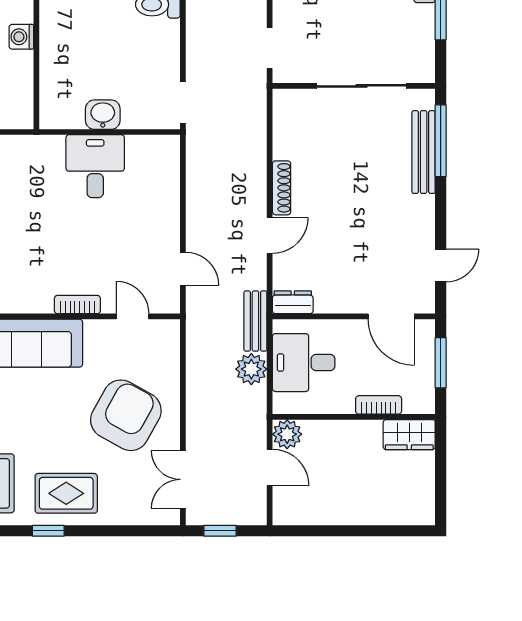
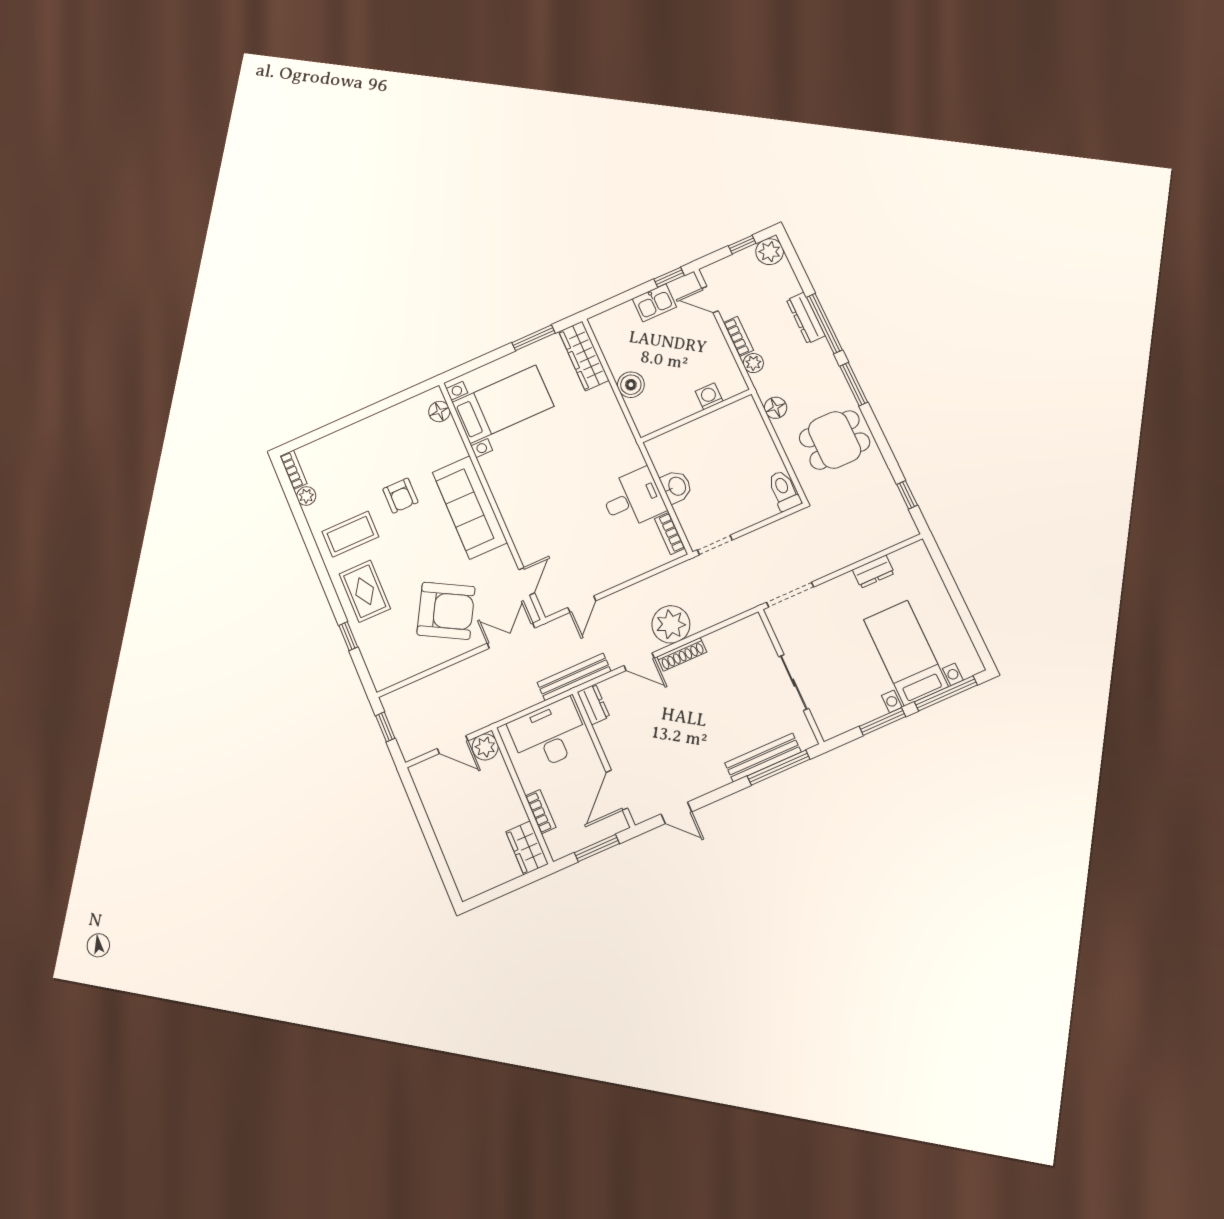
doorway: (270, 48) -> (790, 595), width x1.38
sliding door: (362, 86) -> (794, 683), width x0.73
bookcase: (77, 305) -> (670, 533), moved, turned 180
bench: (255, 321) -> (574, 677), width x1.36
desk: (304, 363) -> (549, 735), width x1.37
plant: (251, 369) -> (671, 624), moved, width x1.36, depth x1.36
door: (270, 467) -> (453, 745), hinge flipped
double door: (183, 479) -> (511, 636), moved
window: (48, 531) -> (348, 636), moved

